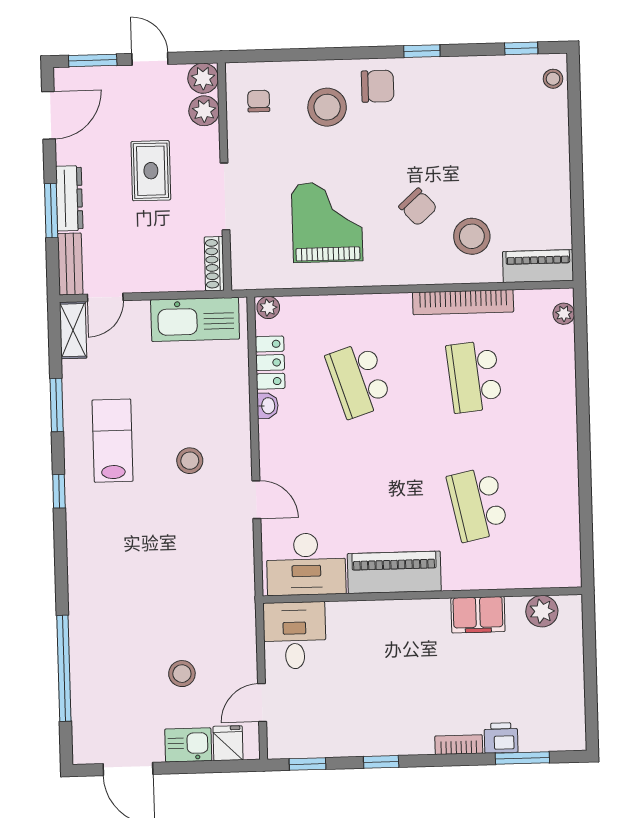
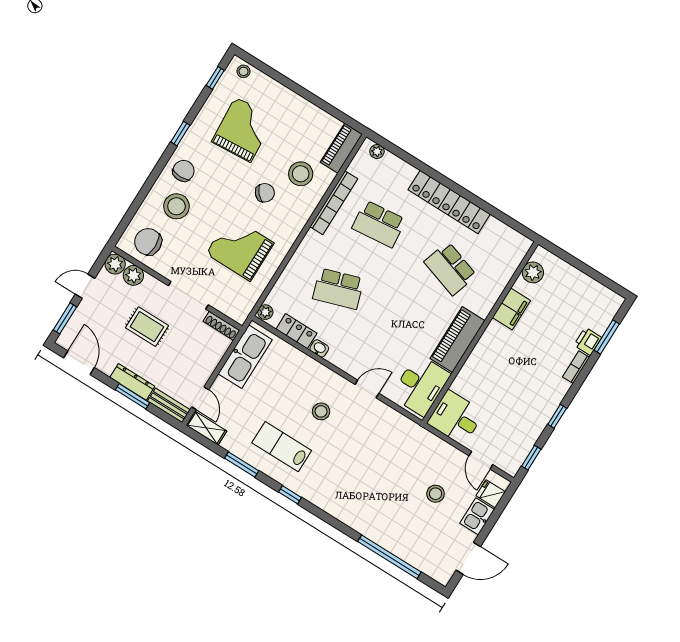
chair: (259, 101) -> (148, 242), width x1.87, depth x1.87
grand piano: (479, 127) -> (243, 130), added
locker: (561, 447) -> (449, 202), added
school desk: (478, 504) -> (450, 269), turned 30

